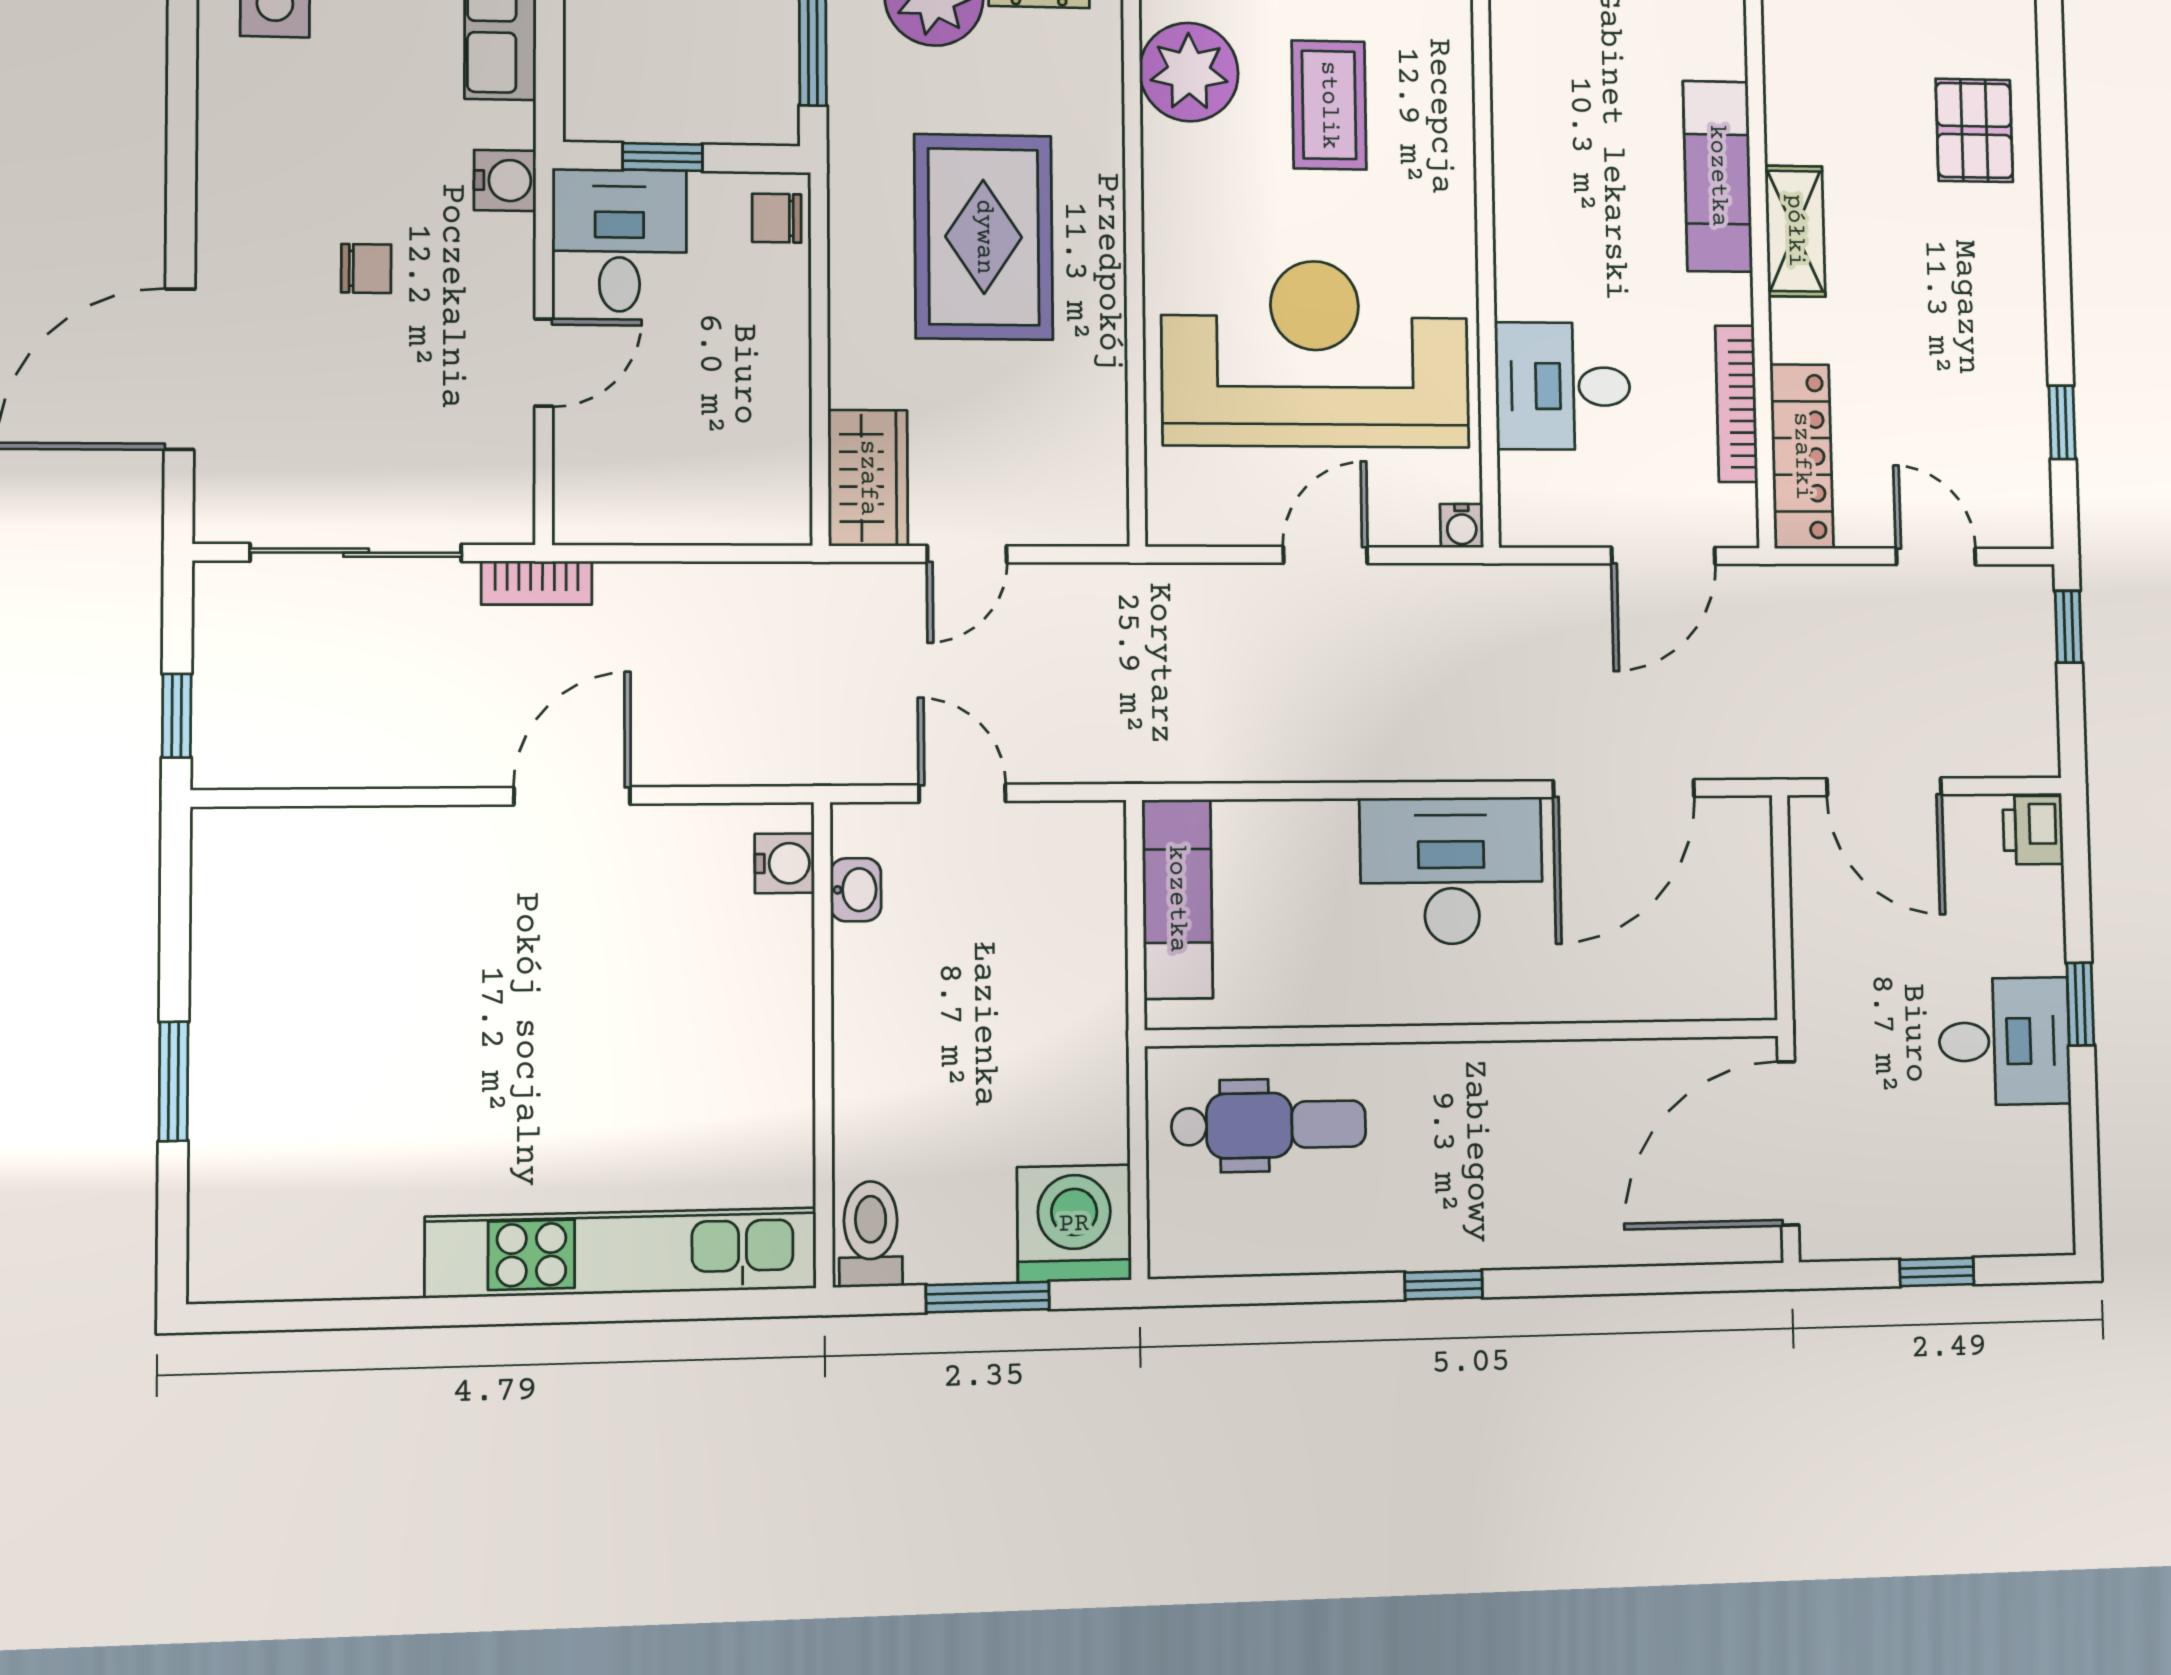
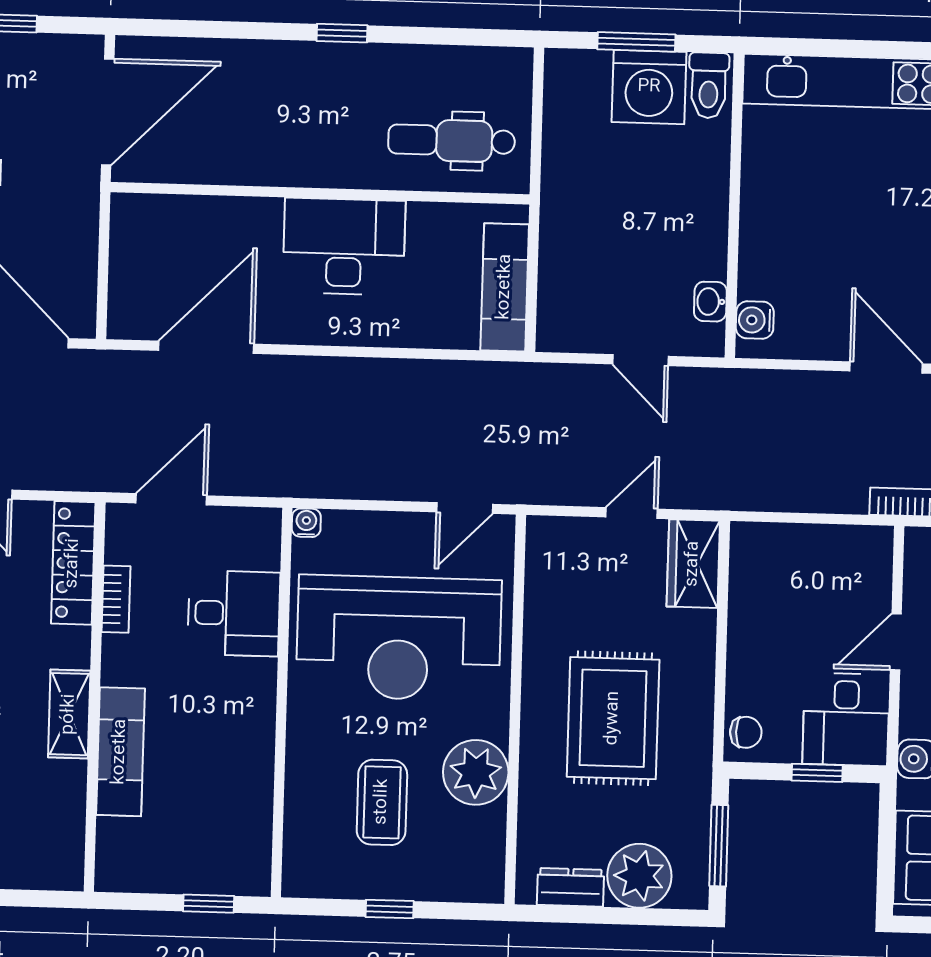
plant: (1189, 72) -> (476, 772), moved
bookcase: (1737, 404) -> (116, 599), width x0.64
door: (1325, 555) -> (465, 508), moved
door: (572, 796) -> (886, 367), swing flipped
desk: (1451, 871) -> (344, 246), moved, turned 180
washing machine: (1074, 1224) -> (649, 87), moved

